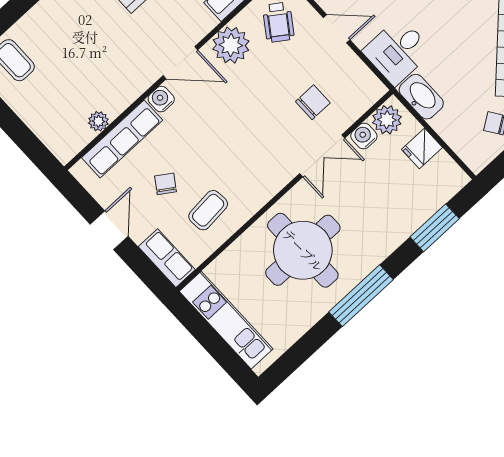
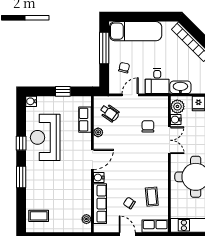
plant: (231, 45) -> (98, 132), width x0.53, depth x0.53
plant: (98, 121) -> (86, 219), moved

